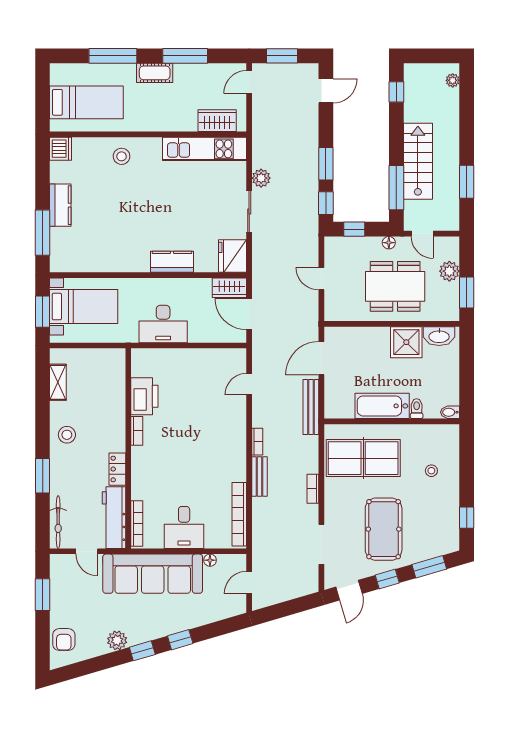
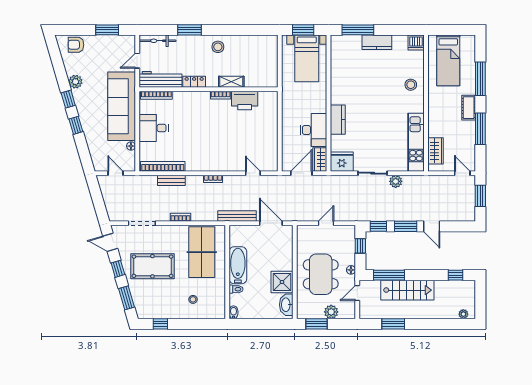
door: (326, 91) -> (432, 226), moved
desk: (163, 324) -> (314, 130), moved, turned 180
shelving: (58, 382) -> (231, 82), moved
bench: (259, 477) -> (171, 180), moved

